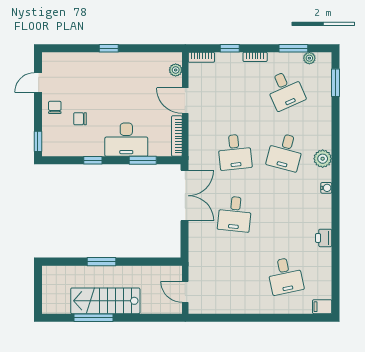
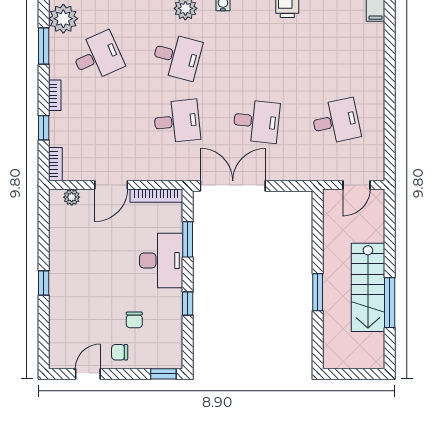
plant: (309, 58) -> (63, 19), width x1.88, depth x1.88
door: (38, 83) -> (88, 374), swing flipped
desk: (285, 276) -> (336, 121), moved

